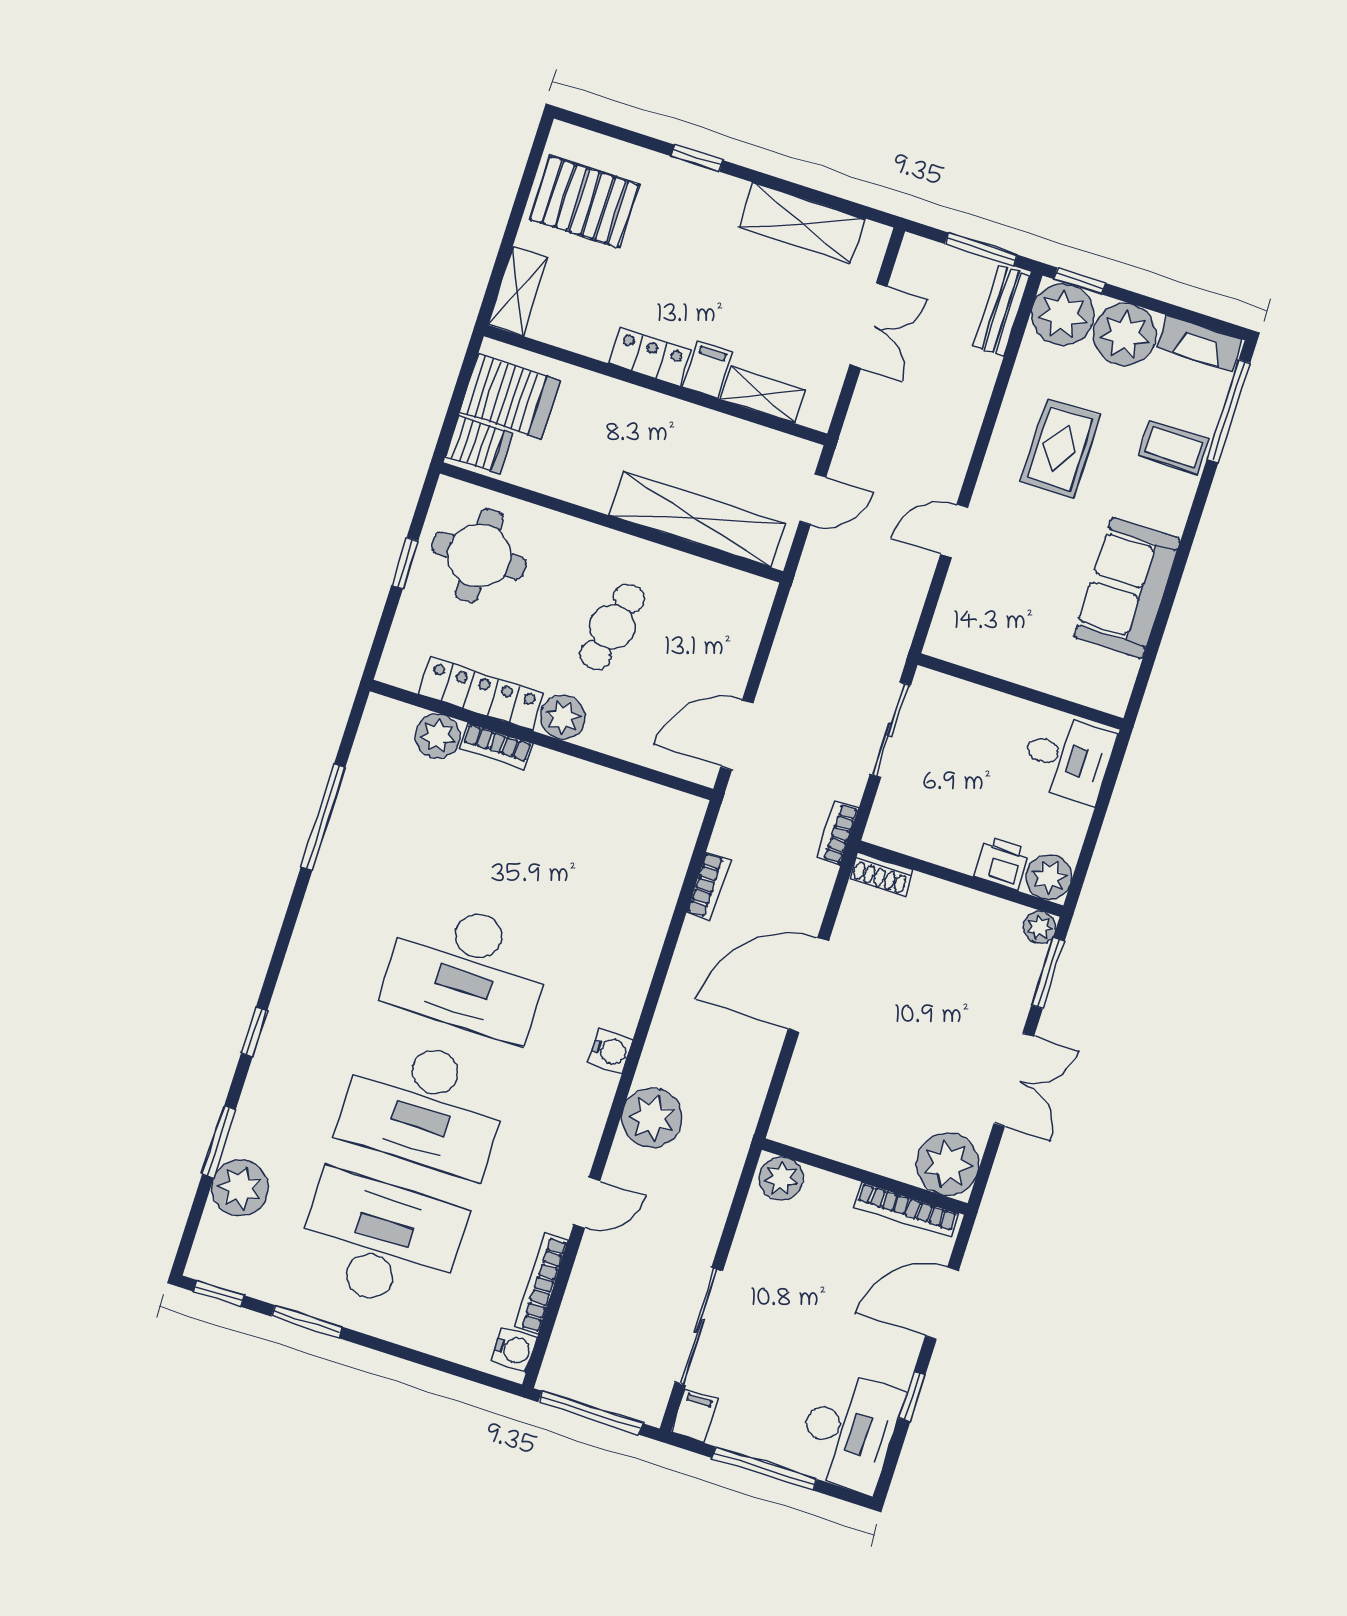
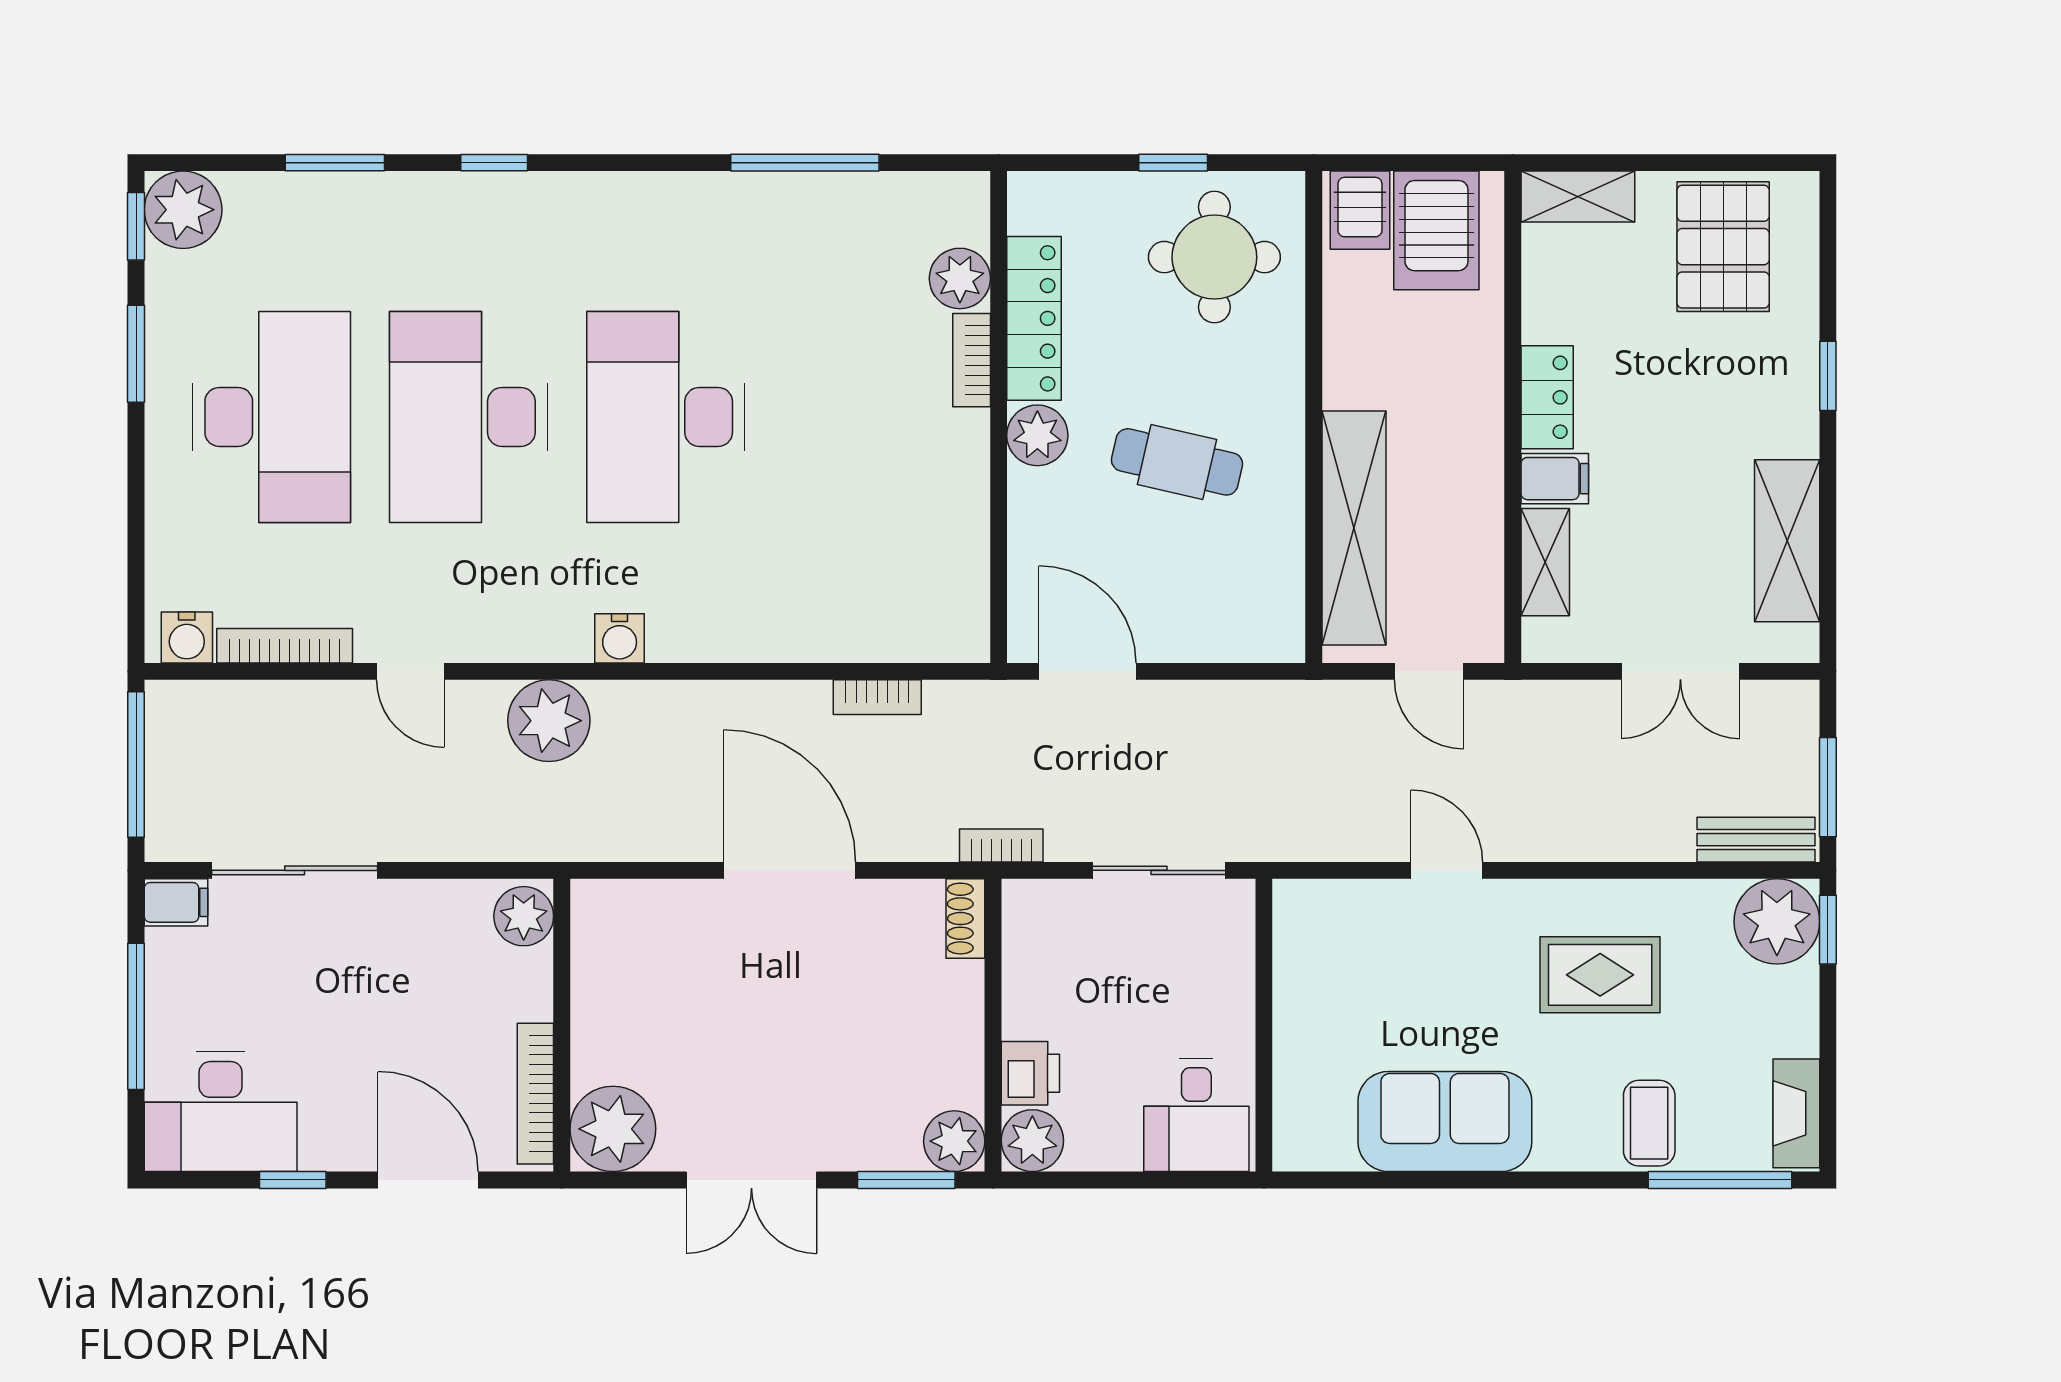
plant: (1125, 334) -> (1777, 1011), removed
plant: (1039, 927) -> (954, 1141), width x1.38, depth x1.38
plant: (240, 1188) -> (183, 210), moved

